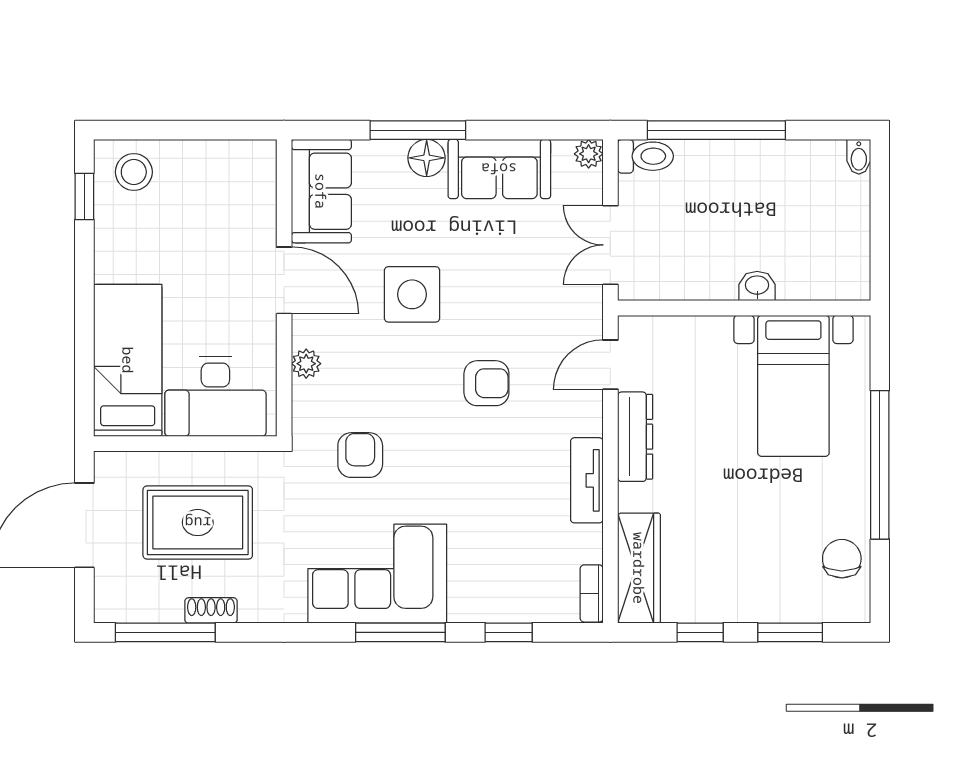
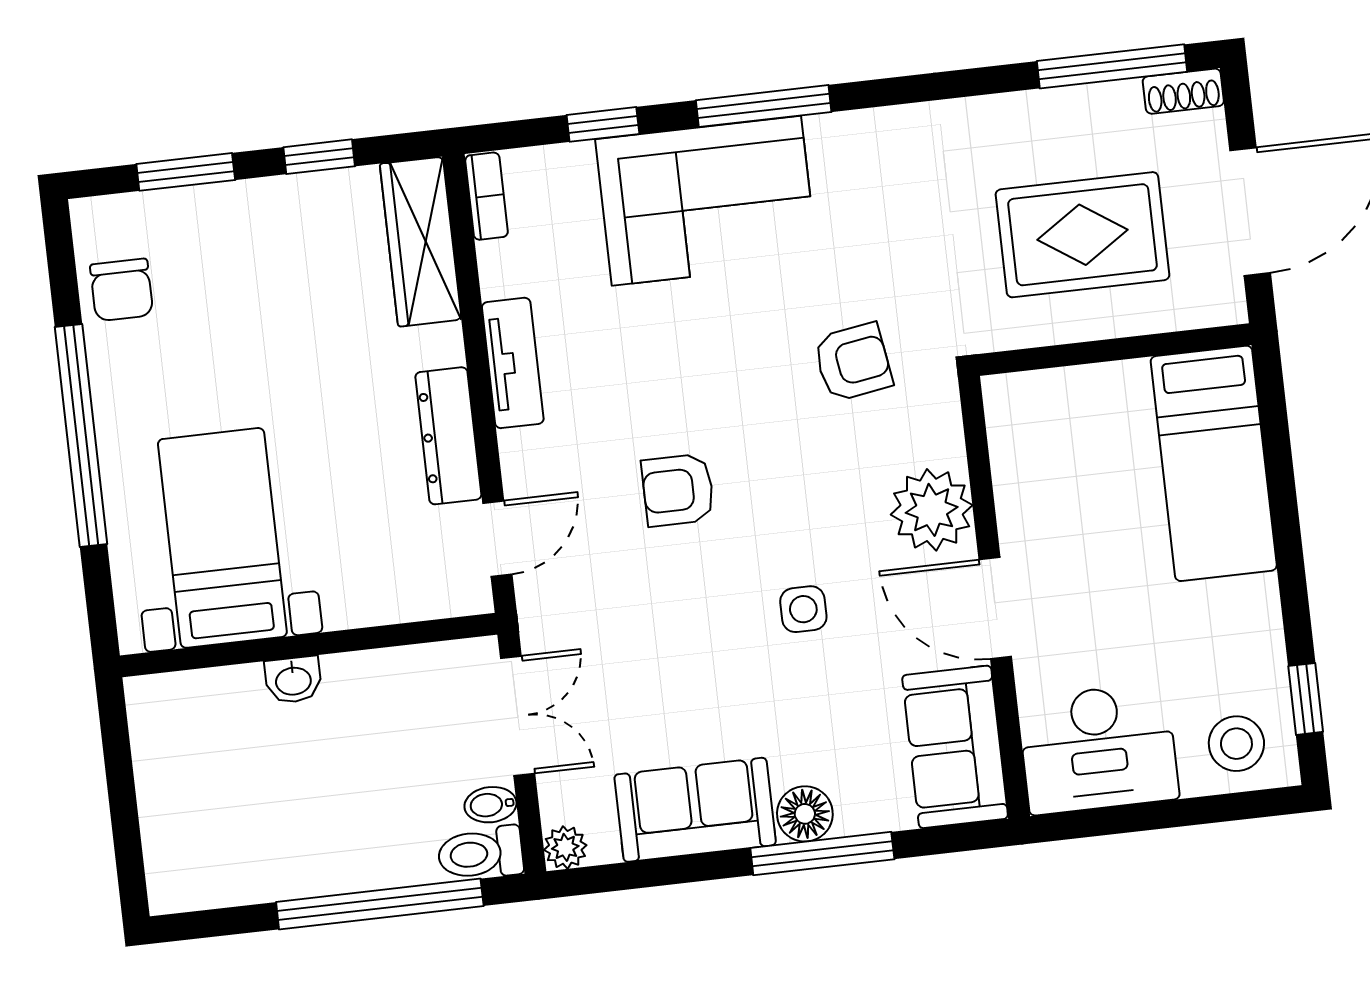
bidet: (859, 157) -> (490, 805), moved, turned -90
side table: (412, 294) -> (803, 609), width x0.54, depth x0.54
plant: (306, 364) -> (932, 510), width x1.88, depth x1.88
desk: (215, 396) -> (1098, 749), moved, turned 180
armchair: (360, 455) -> (853, 362), turned -99
corner sofa: (377, 574) -> (706, 201), moved
shoe rack: (211, 610) -> (1183, 91), moved

